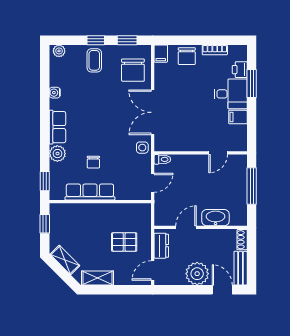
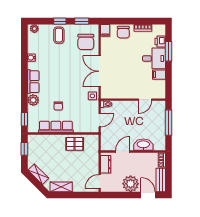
pallet: (124, 242) -> (75, 144), moved

